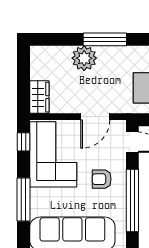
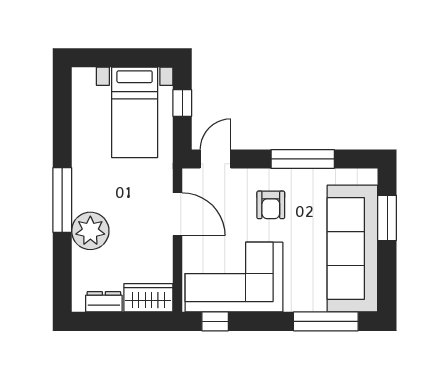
dresser: (37, 67) -> (104, 302), added
window: (24, 200) -> (326, 321), moved
window: (132, 200) -> (303, 159), width x0.68

